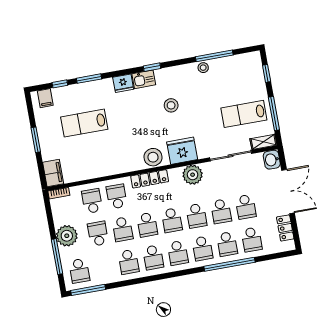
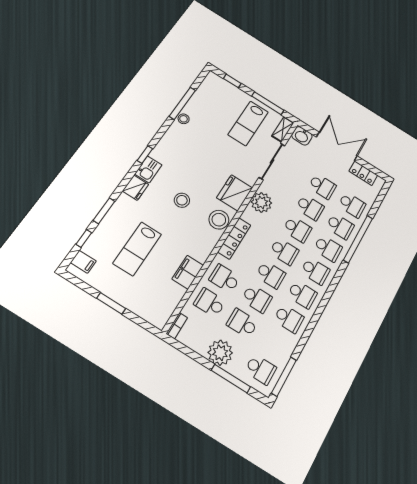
stool: (171, 105) -> (182, 200), moved
filing cabinet: (53, 173) -> (188, 272), moved, turned -90

